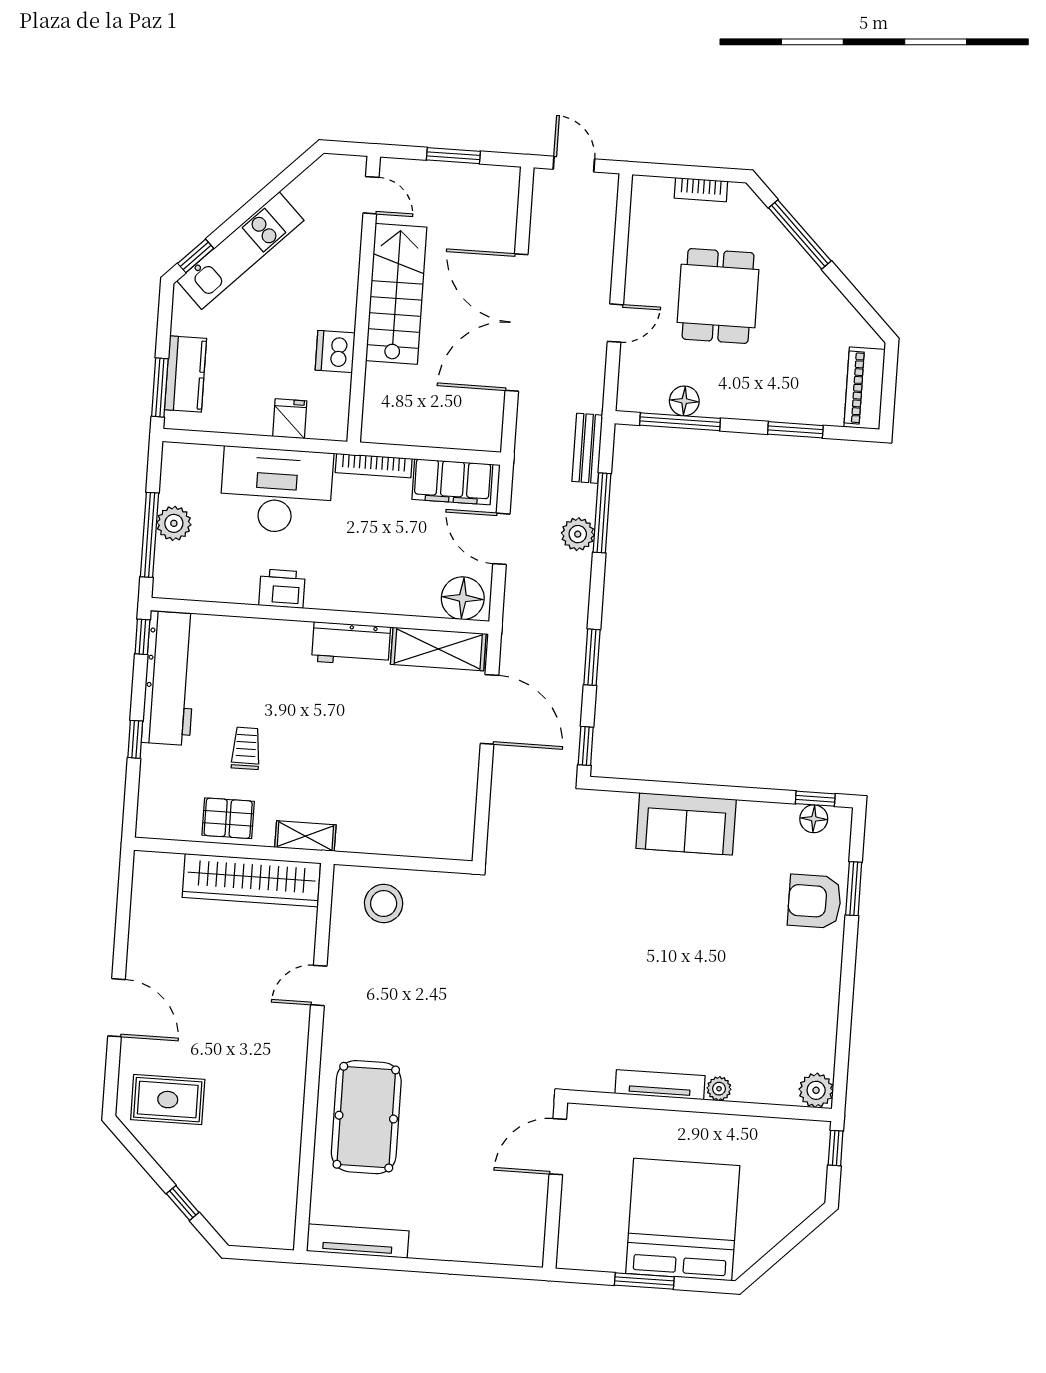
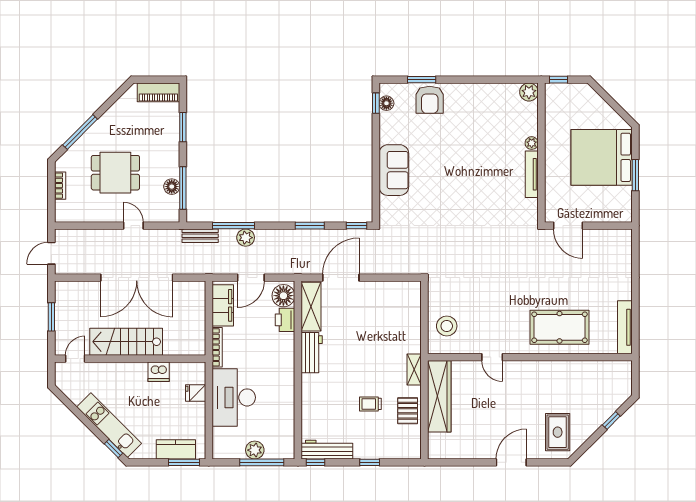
printer: (282, 589) -> (285, 320), moved
workbench: (170, 678) -> (327, 450), width x0.73, depth x0.76

